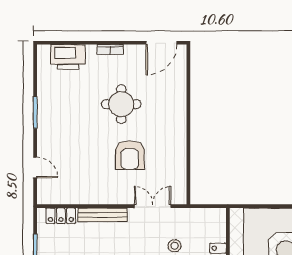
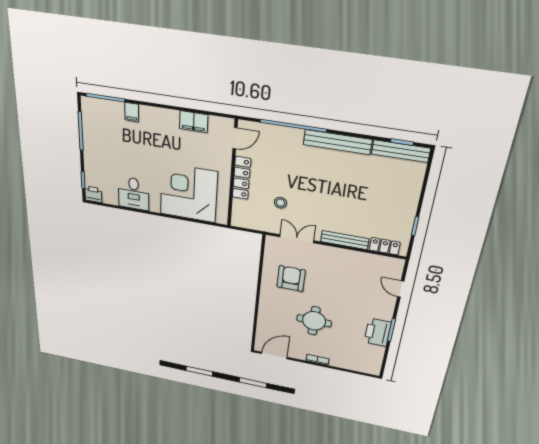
printer: (68, 57) -> (378, 332), moved, turned -90
armchair: (130, 155) -> (291, 279), moved
double door: (153, 206) -> (297, 239), swing flipped

